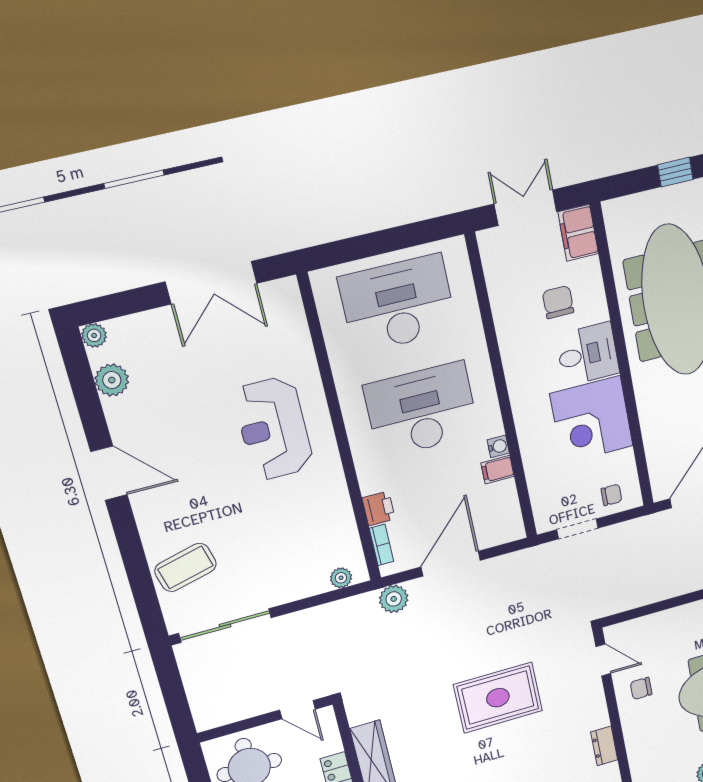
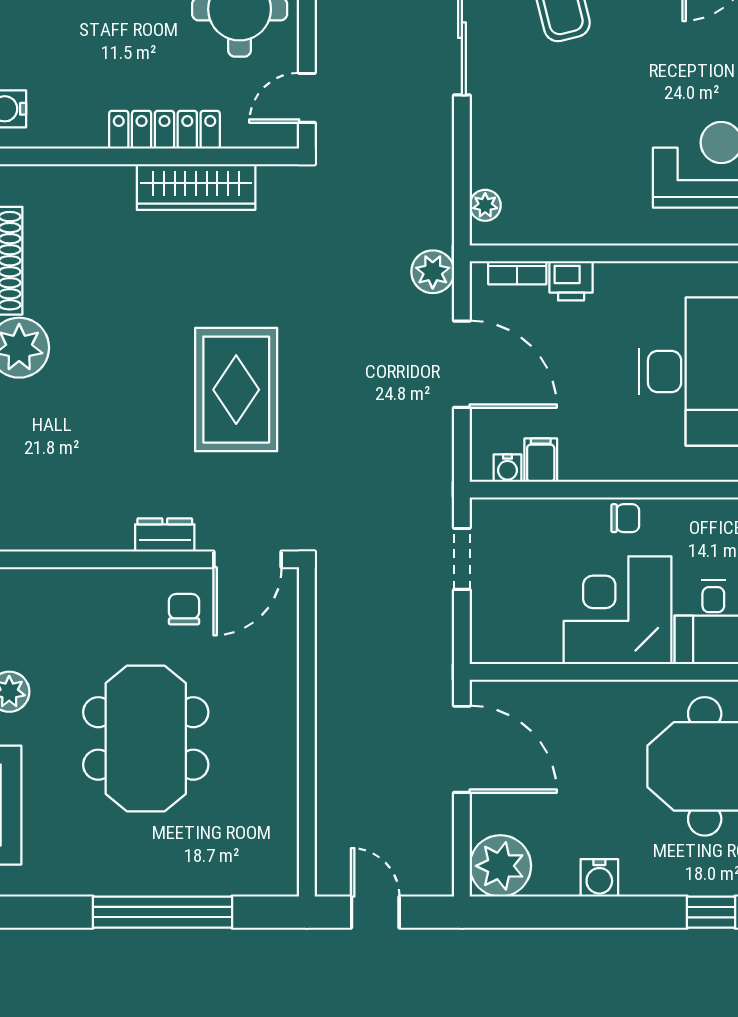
water cooler: (498, 446) -> (507, 468), moved
filing cabinet: (498, 470) -> (541, 460), moved
chair: (611, 495) -> (625, 518), moved, turned -90
door: (603, 660) -> (247, 559), width x1.38
dresser: (604, 746) -> (165, 535), moved

